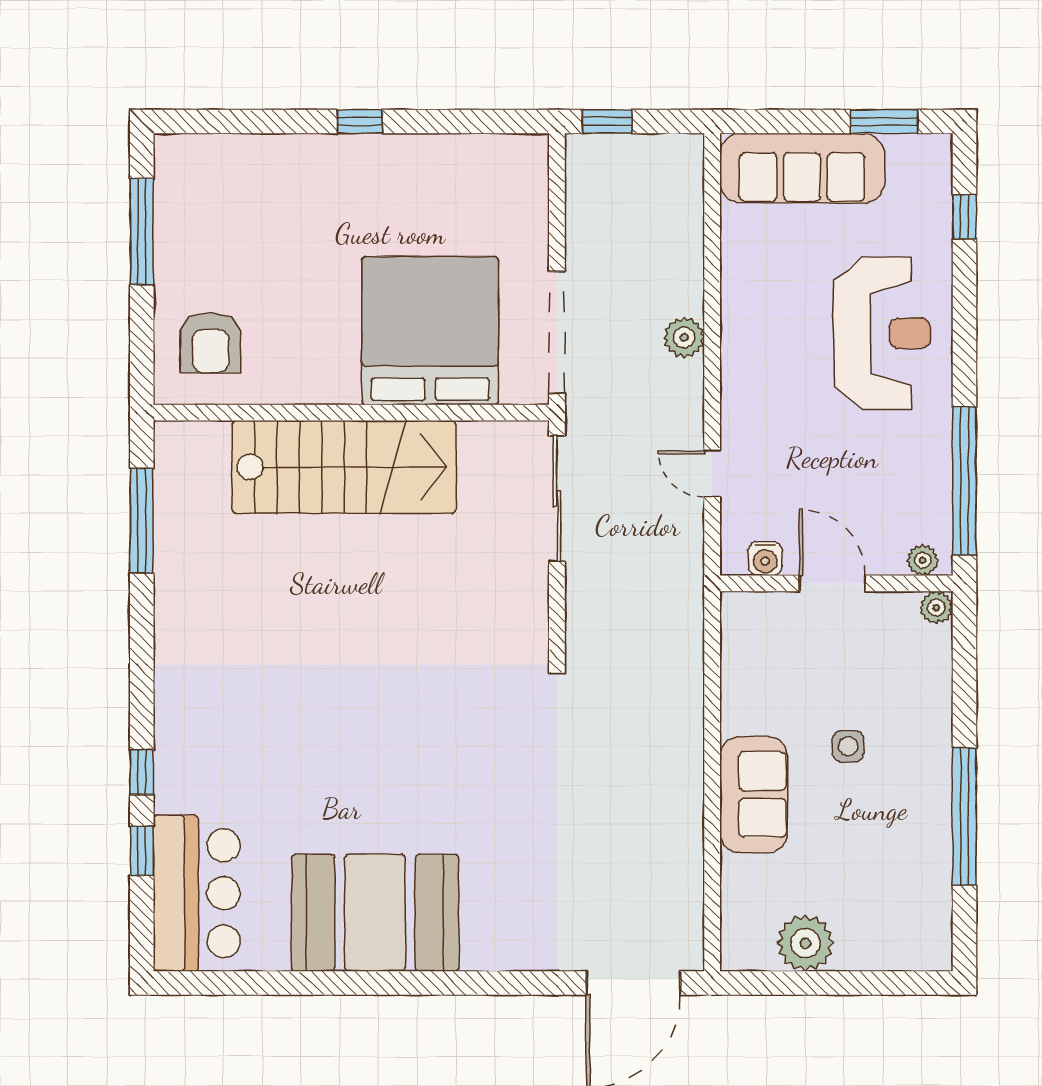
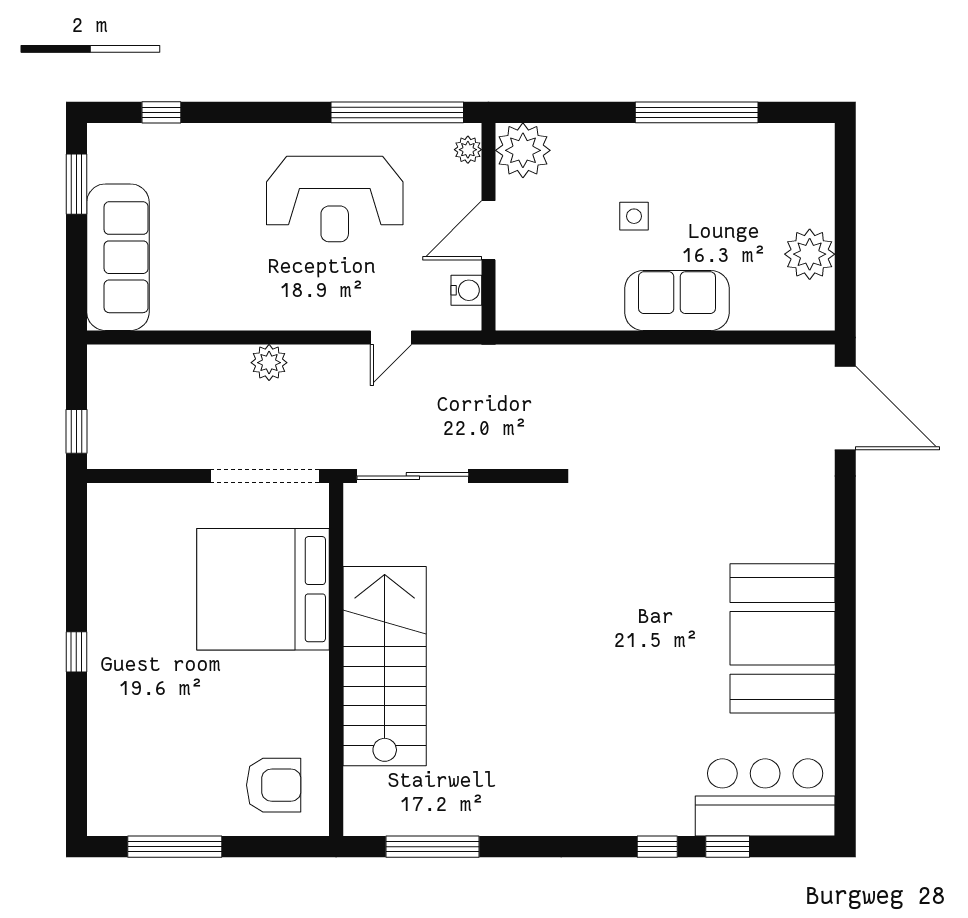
reception desk: (882, 333) -> (335, 199), moved, turned 180
plant: (936, 608) -> (523, 150), width x1.88, depth x1.88

